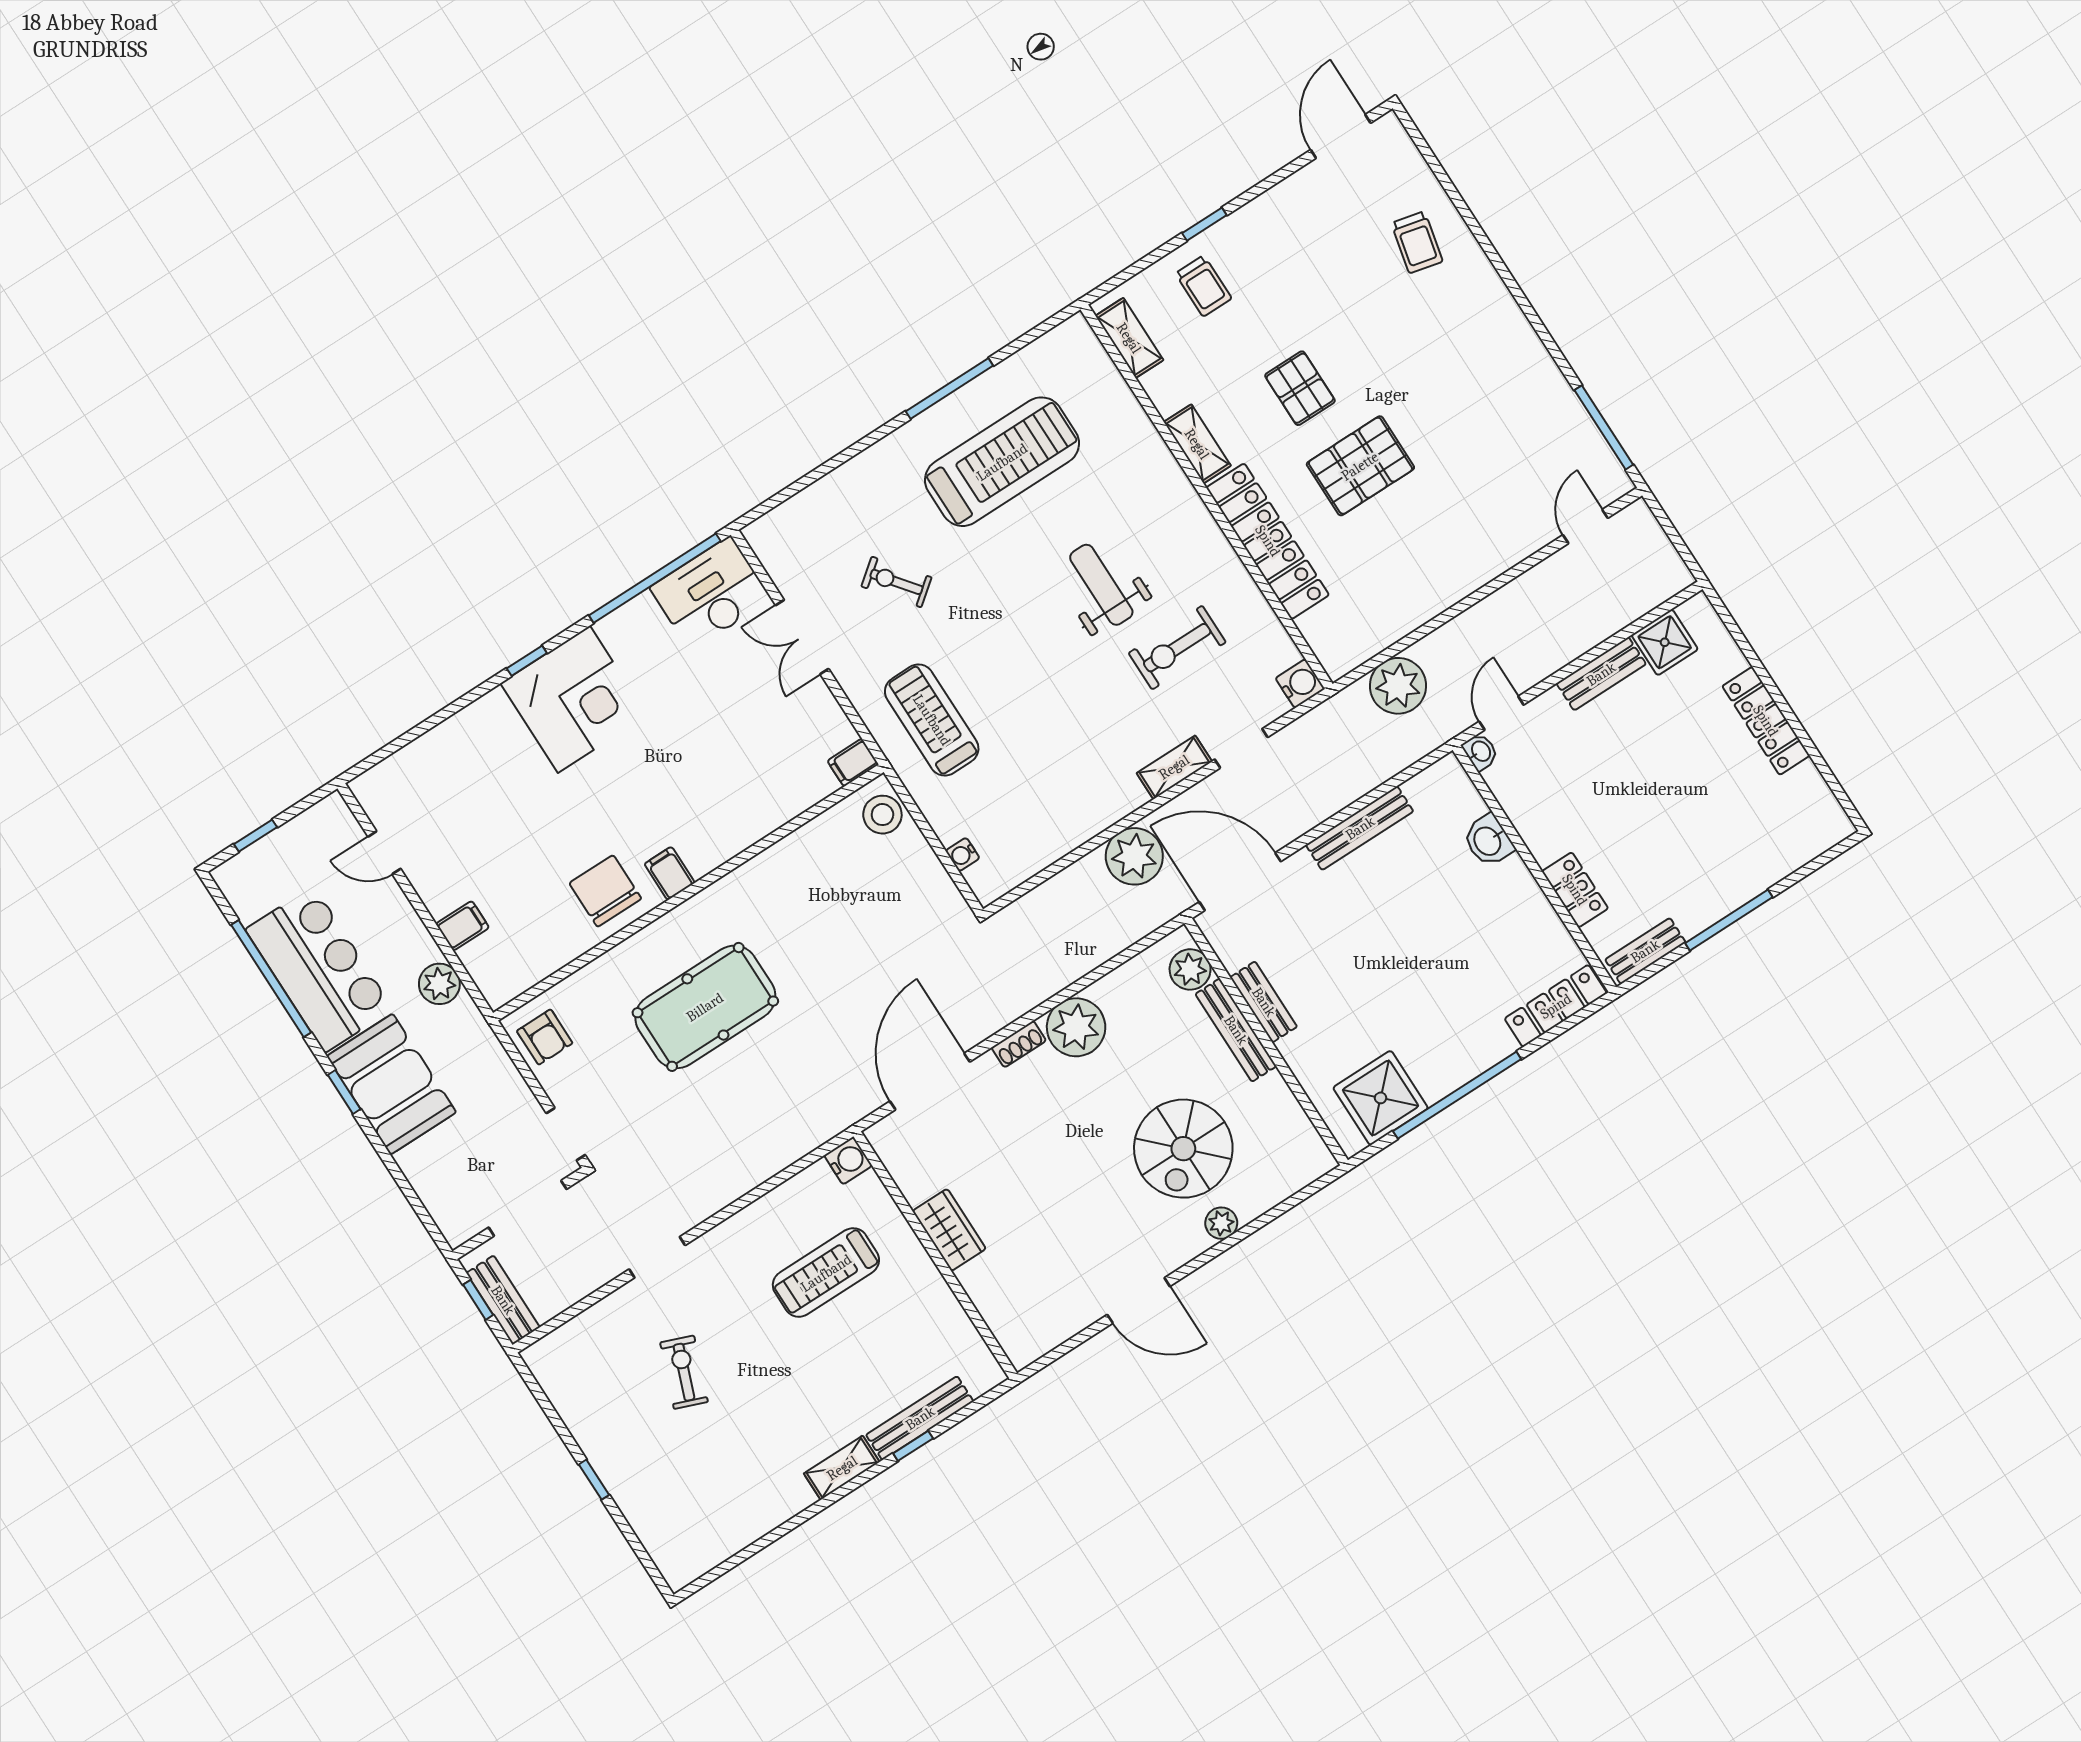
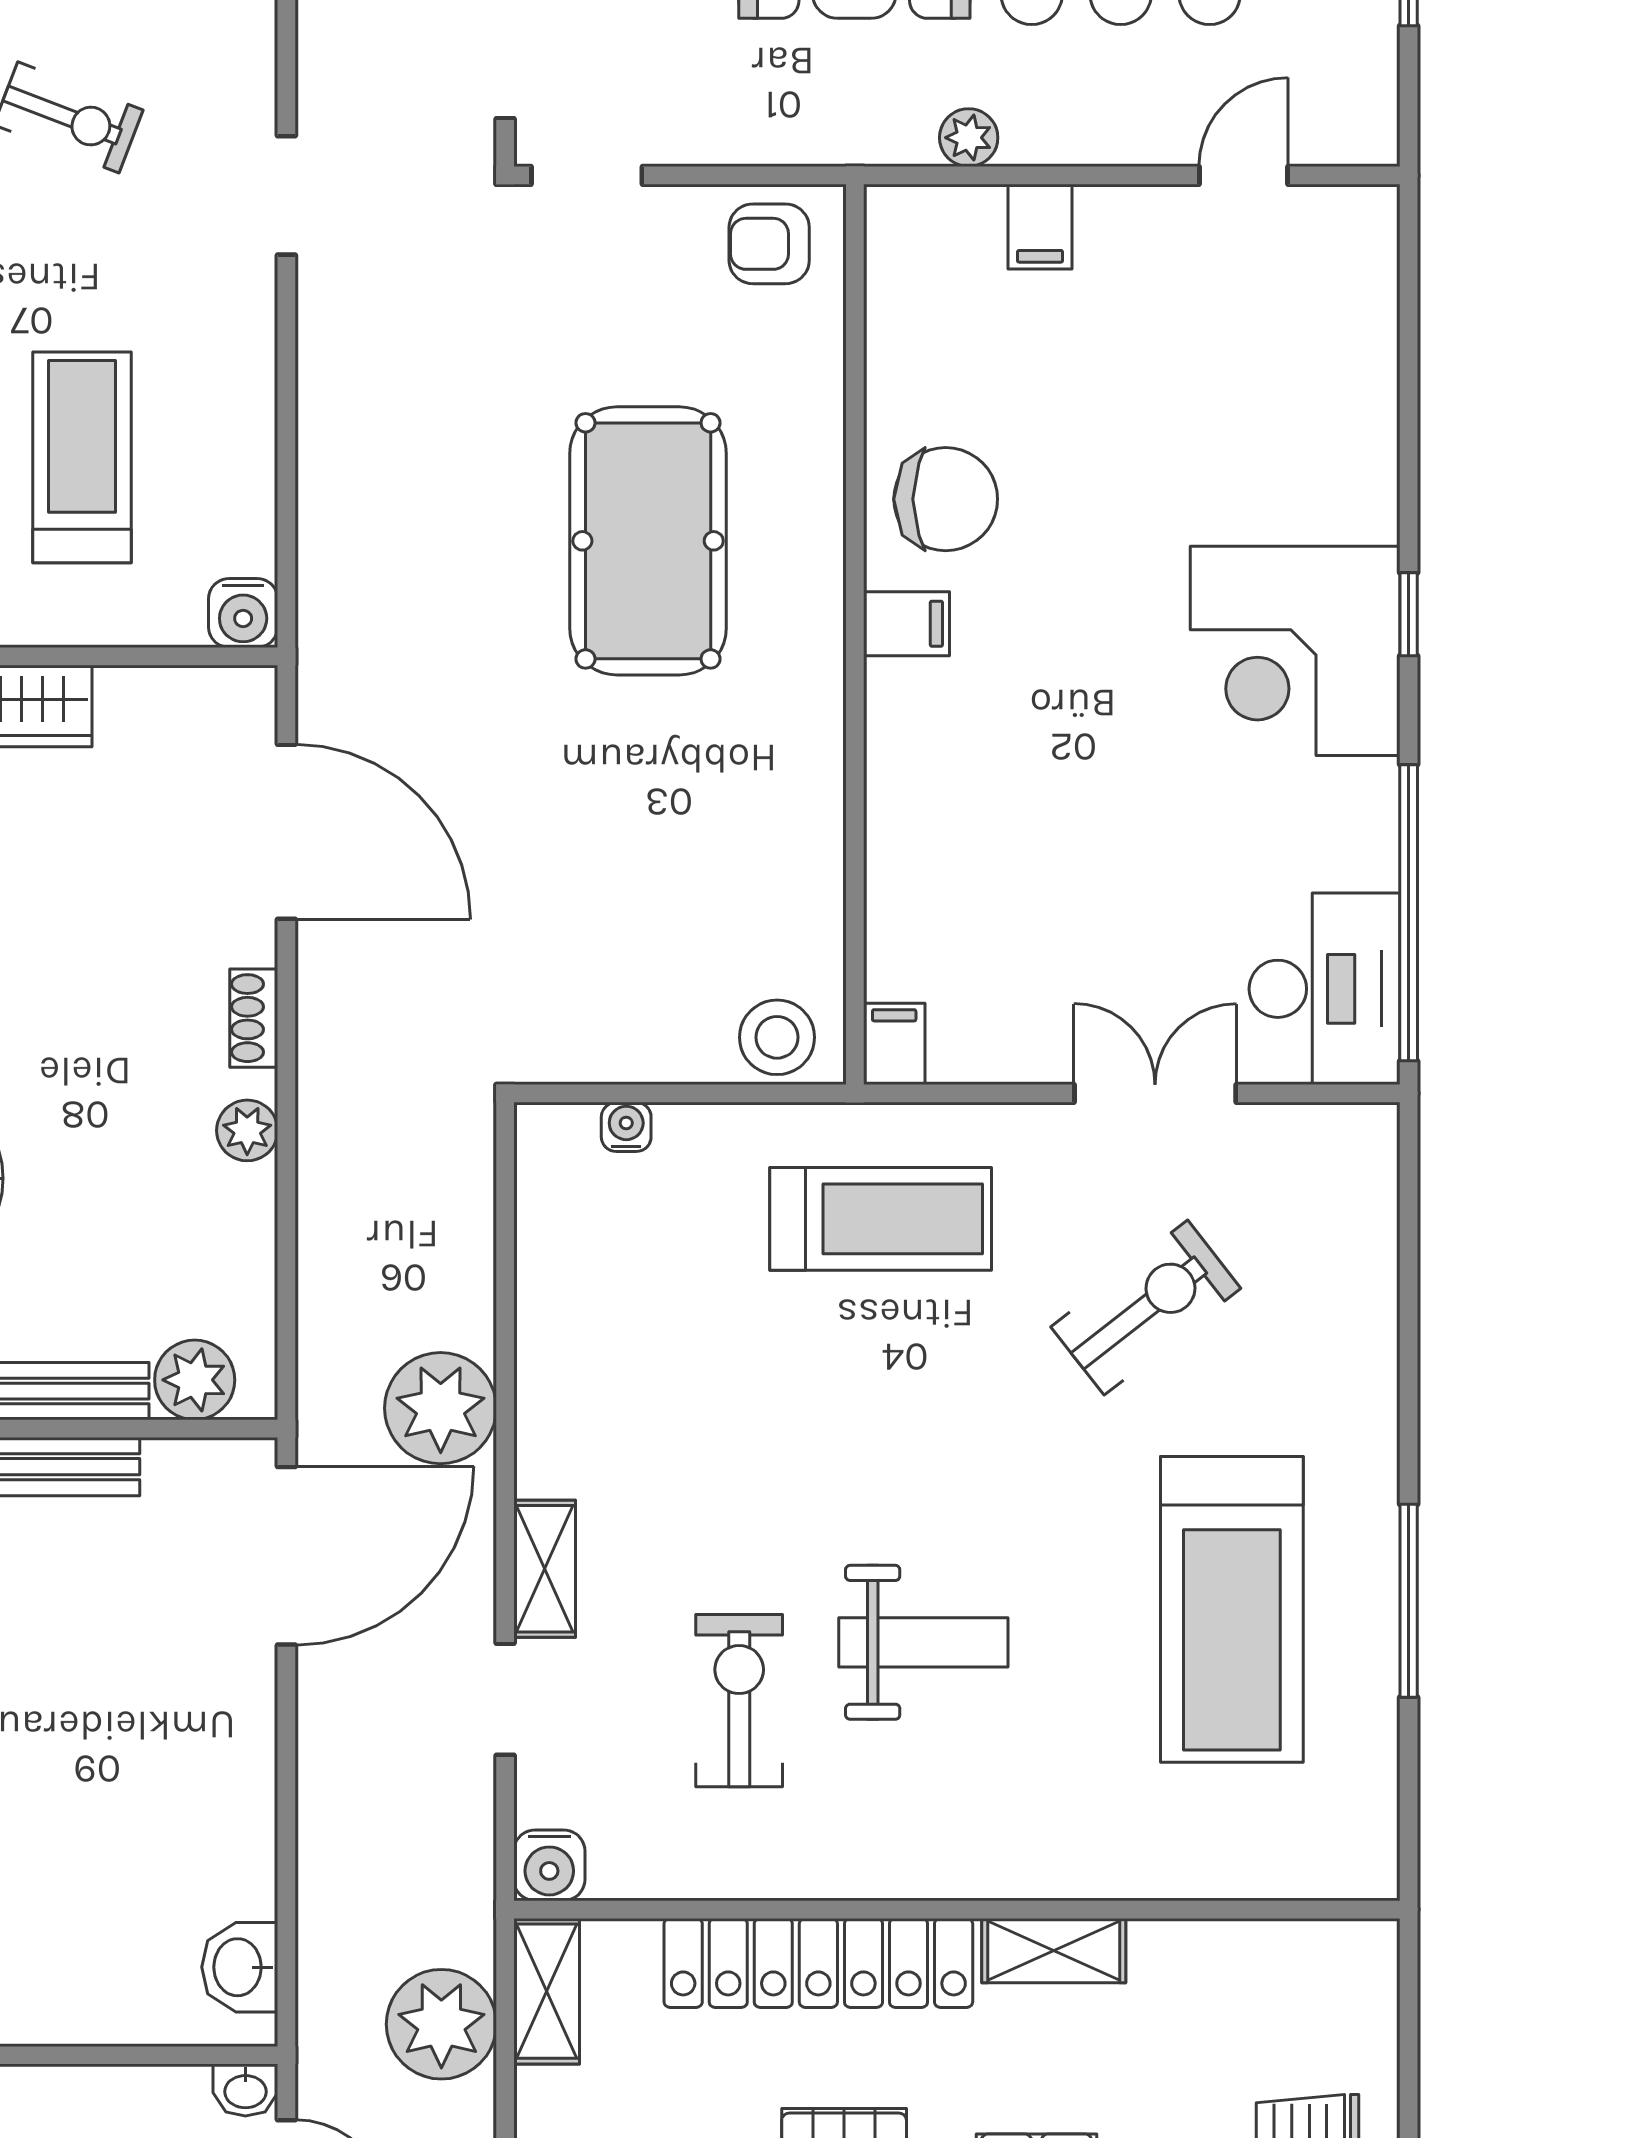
shelving: (1129, 338) -> (547, 1991), moved, turned 90
exercise bike: (896, 582) -> (1146, 1308), width x1.38, depth x1.39
bench: (1360, 828) -> (248, 1810), removed
washbasin: (1488, 841) -> (240, 1967), moved, turned -90
plant: (439, 984) -> (969, 138), width x0.73, depth x0.73
plant: (1076, 1027) -> (247, 1130), width x0.53, depth x0.53

